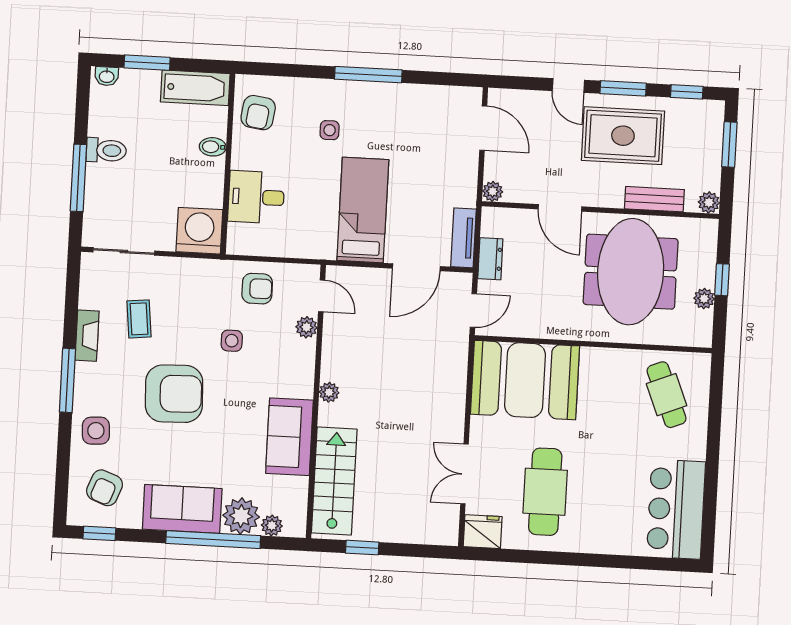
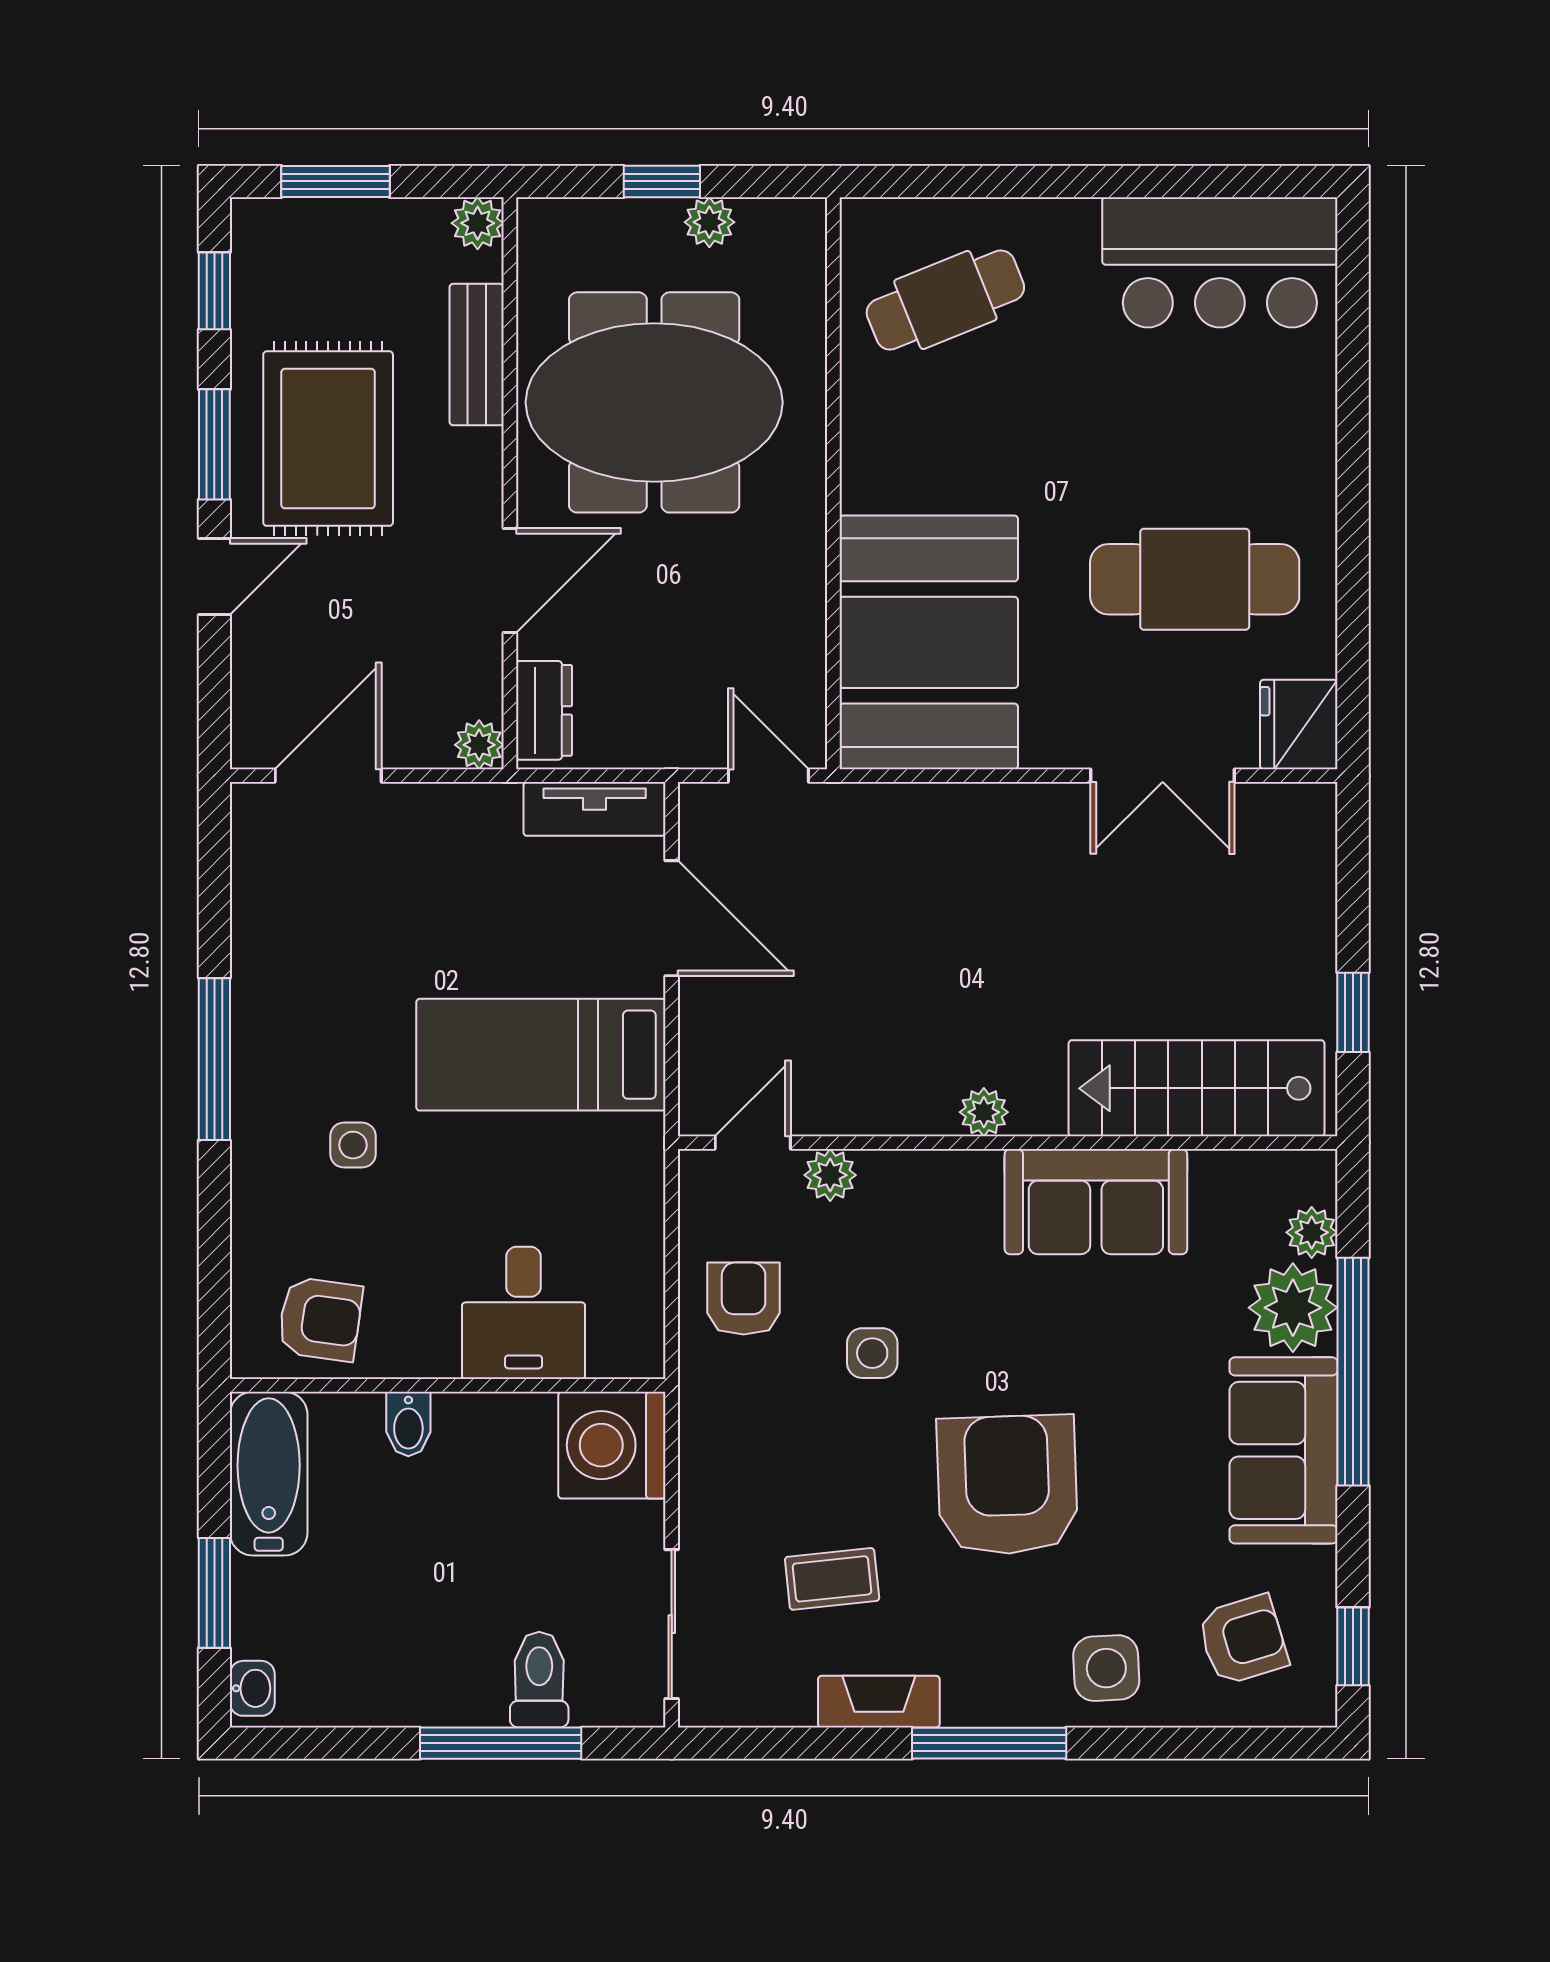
toilet: (106, 150) -> (539, 1680), moved
dresser: (490, 259) -> (544, 710), moved, turned 90
armchair: (105, 488) -> (1243, 1640), turned -38

